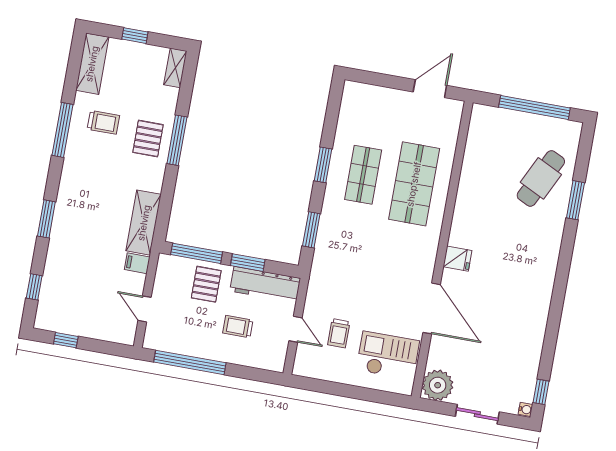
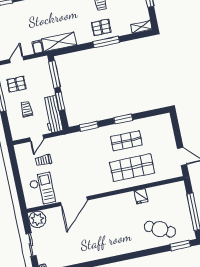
window: (575, 200) -> (180, 245), moved
fridge: (458, 259) -> (141, 196), moved
pallet: (206, 284) -> (17, 84), moved

